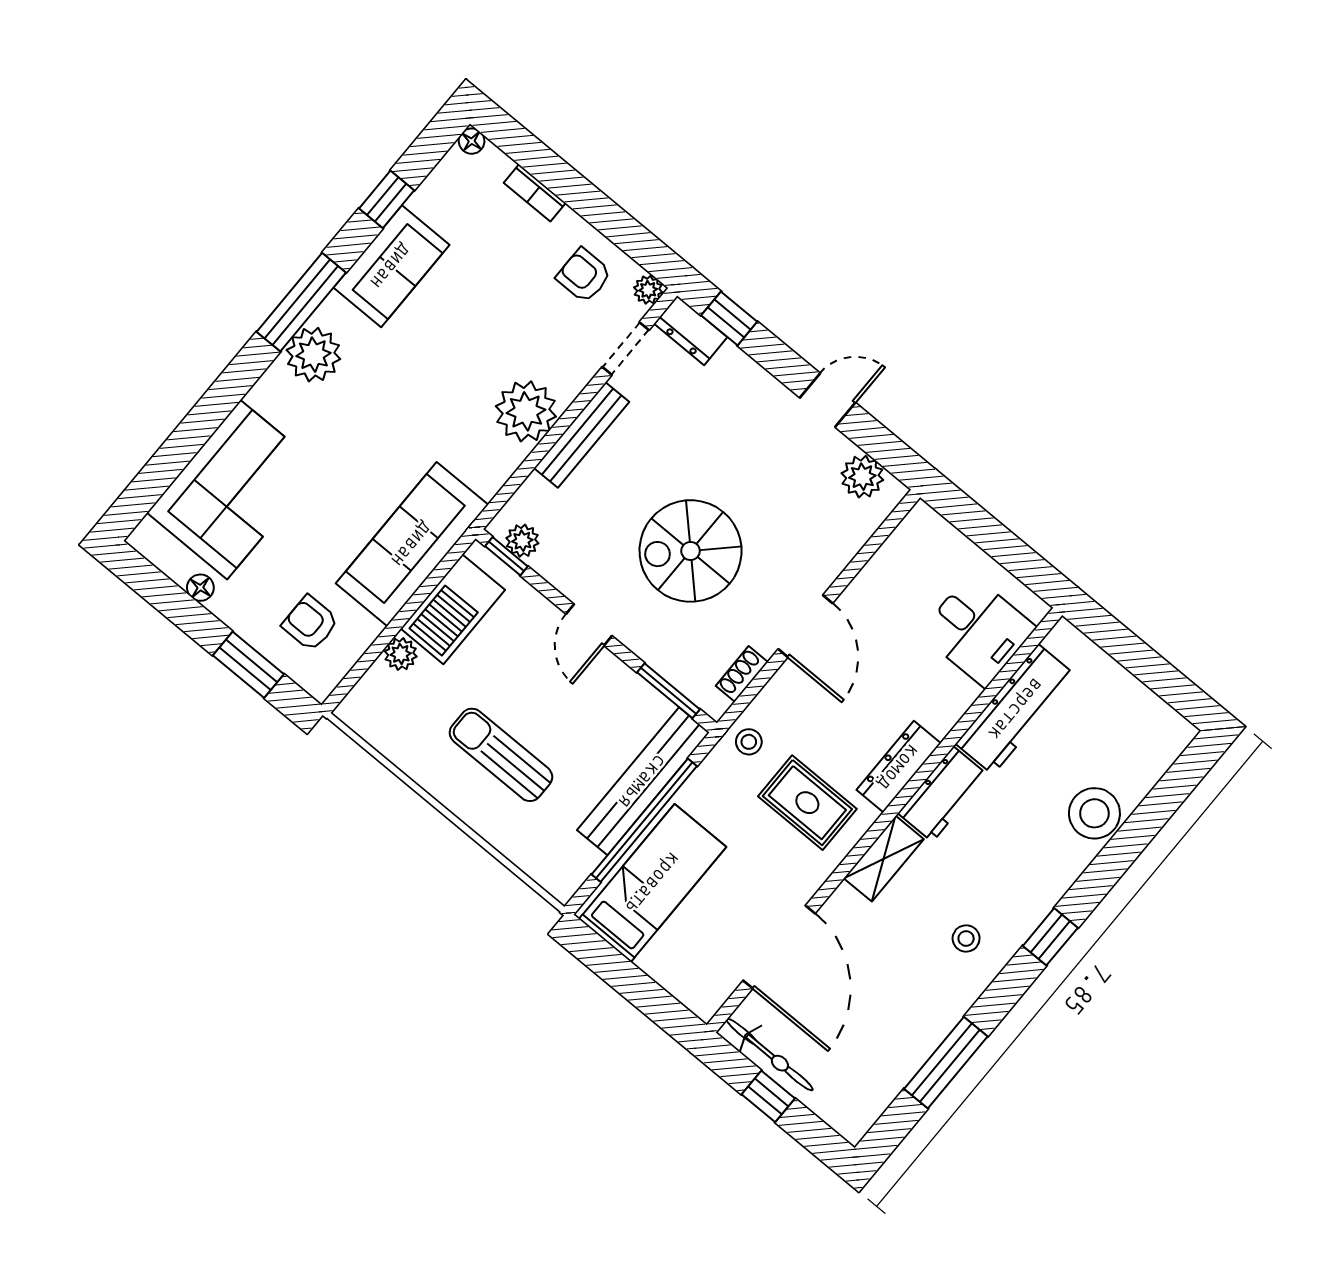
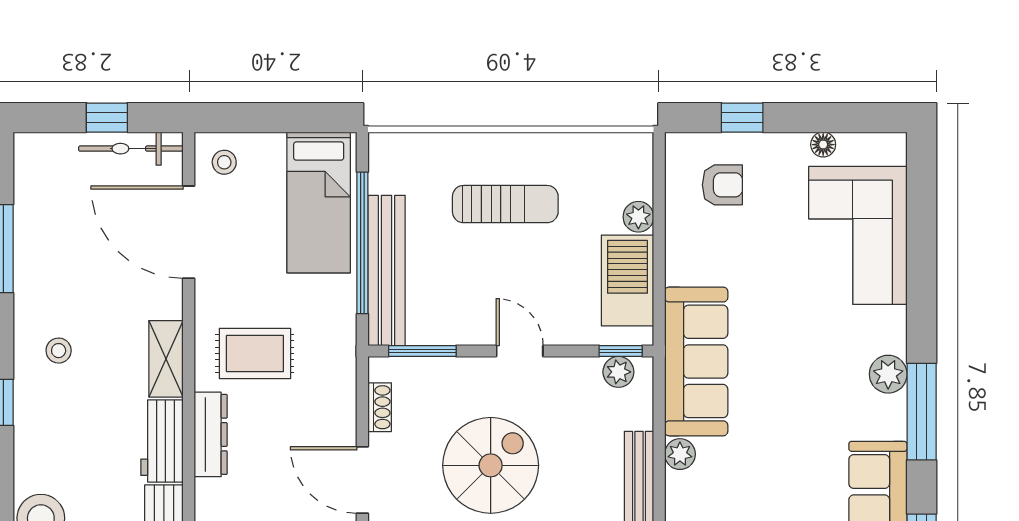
plant: (313, 355) -> (888, 374), width x0.73, depth x0.73
plant: (526, 411) -> (680, 454), width x0.53, depth x0.53
sofa: (412, 544) -> (696, 361), moved
window: (248, 665) -> (742, 118), width x0.67
stool: (749, 742) -> (224, 162), moved

